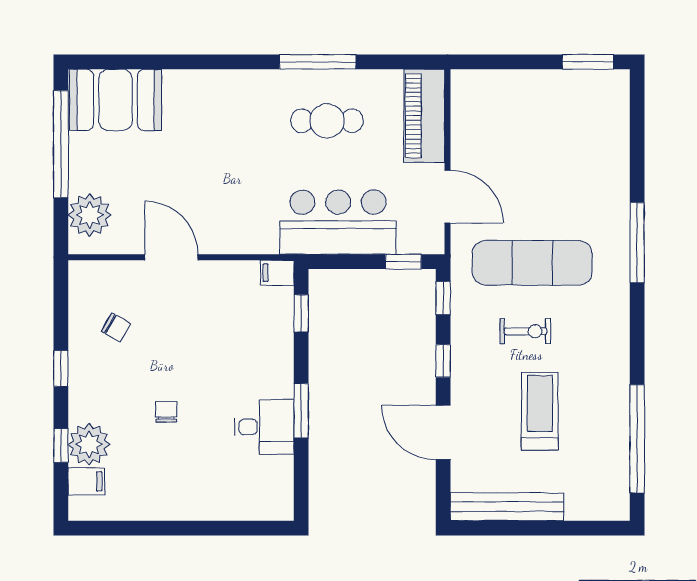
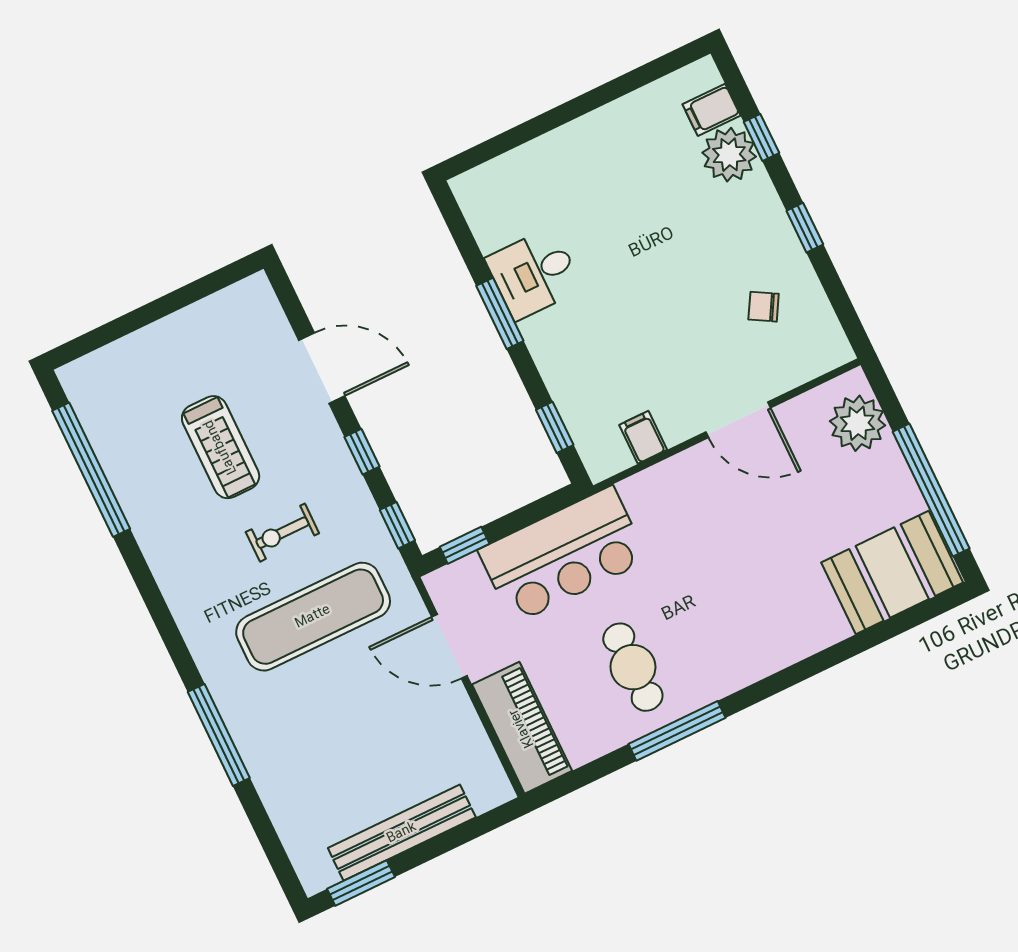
cafe table: (327, 121) -> (633, 667), turned 90
window: (637, 243) -> (219, 735), moved
filing cabinet: (277, 273) -> (643, 437), moved, turned -90
chair: (166, 412) -> (657, 236), removed
bench: (507, 507) -> (402, 833), moved

